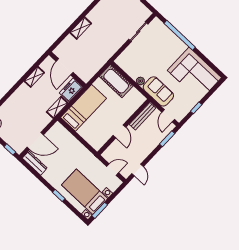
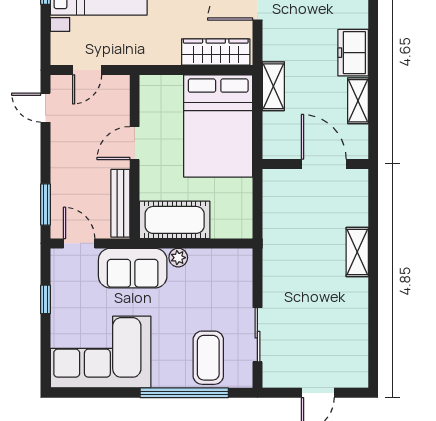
coffee table: (161, 39) -> (208, 358), added
cot: (116, 81) -> (175, 220), moved
freezer: (71, 90) -> (353, 53), moved, turned 180
bed: (84, 108) -> (218, 126), width x1.50
door: (120, 131) -> (135, 143), hinge flipped
wardrobe: (65, 136) -> (216, 52), added

